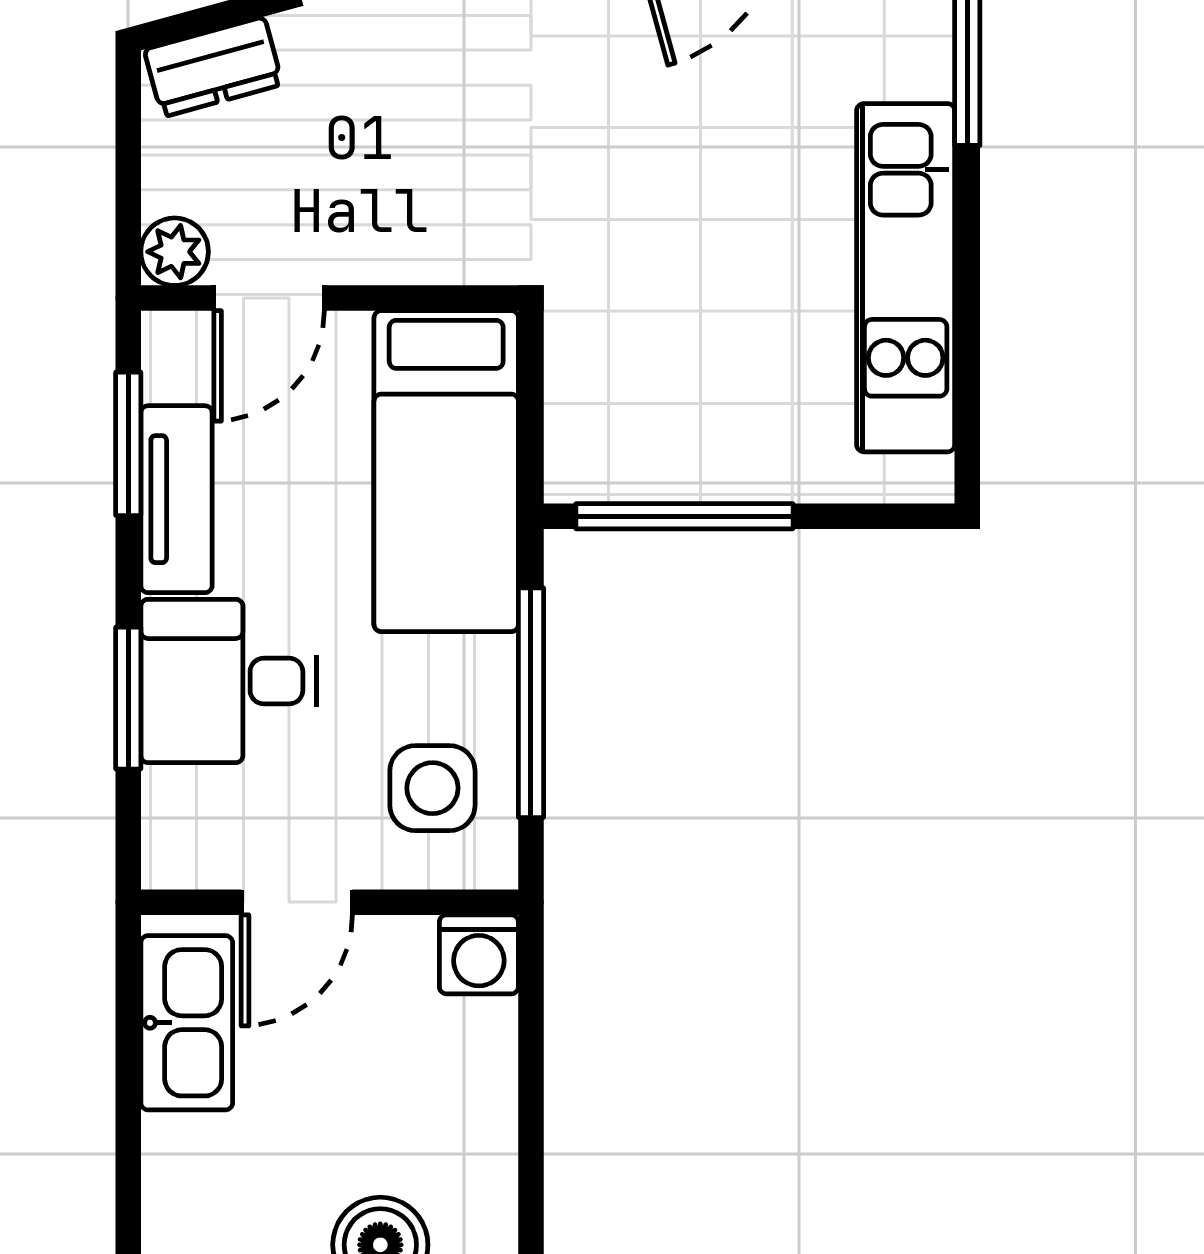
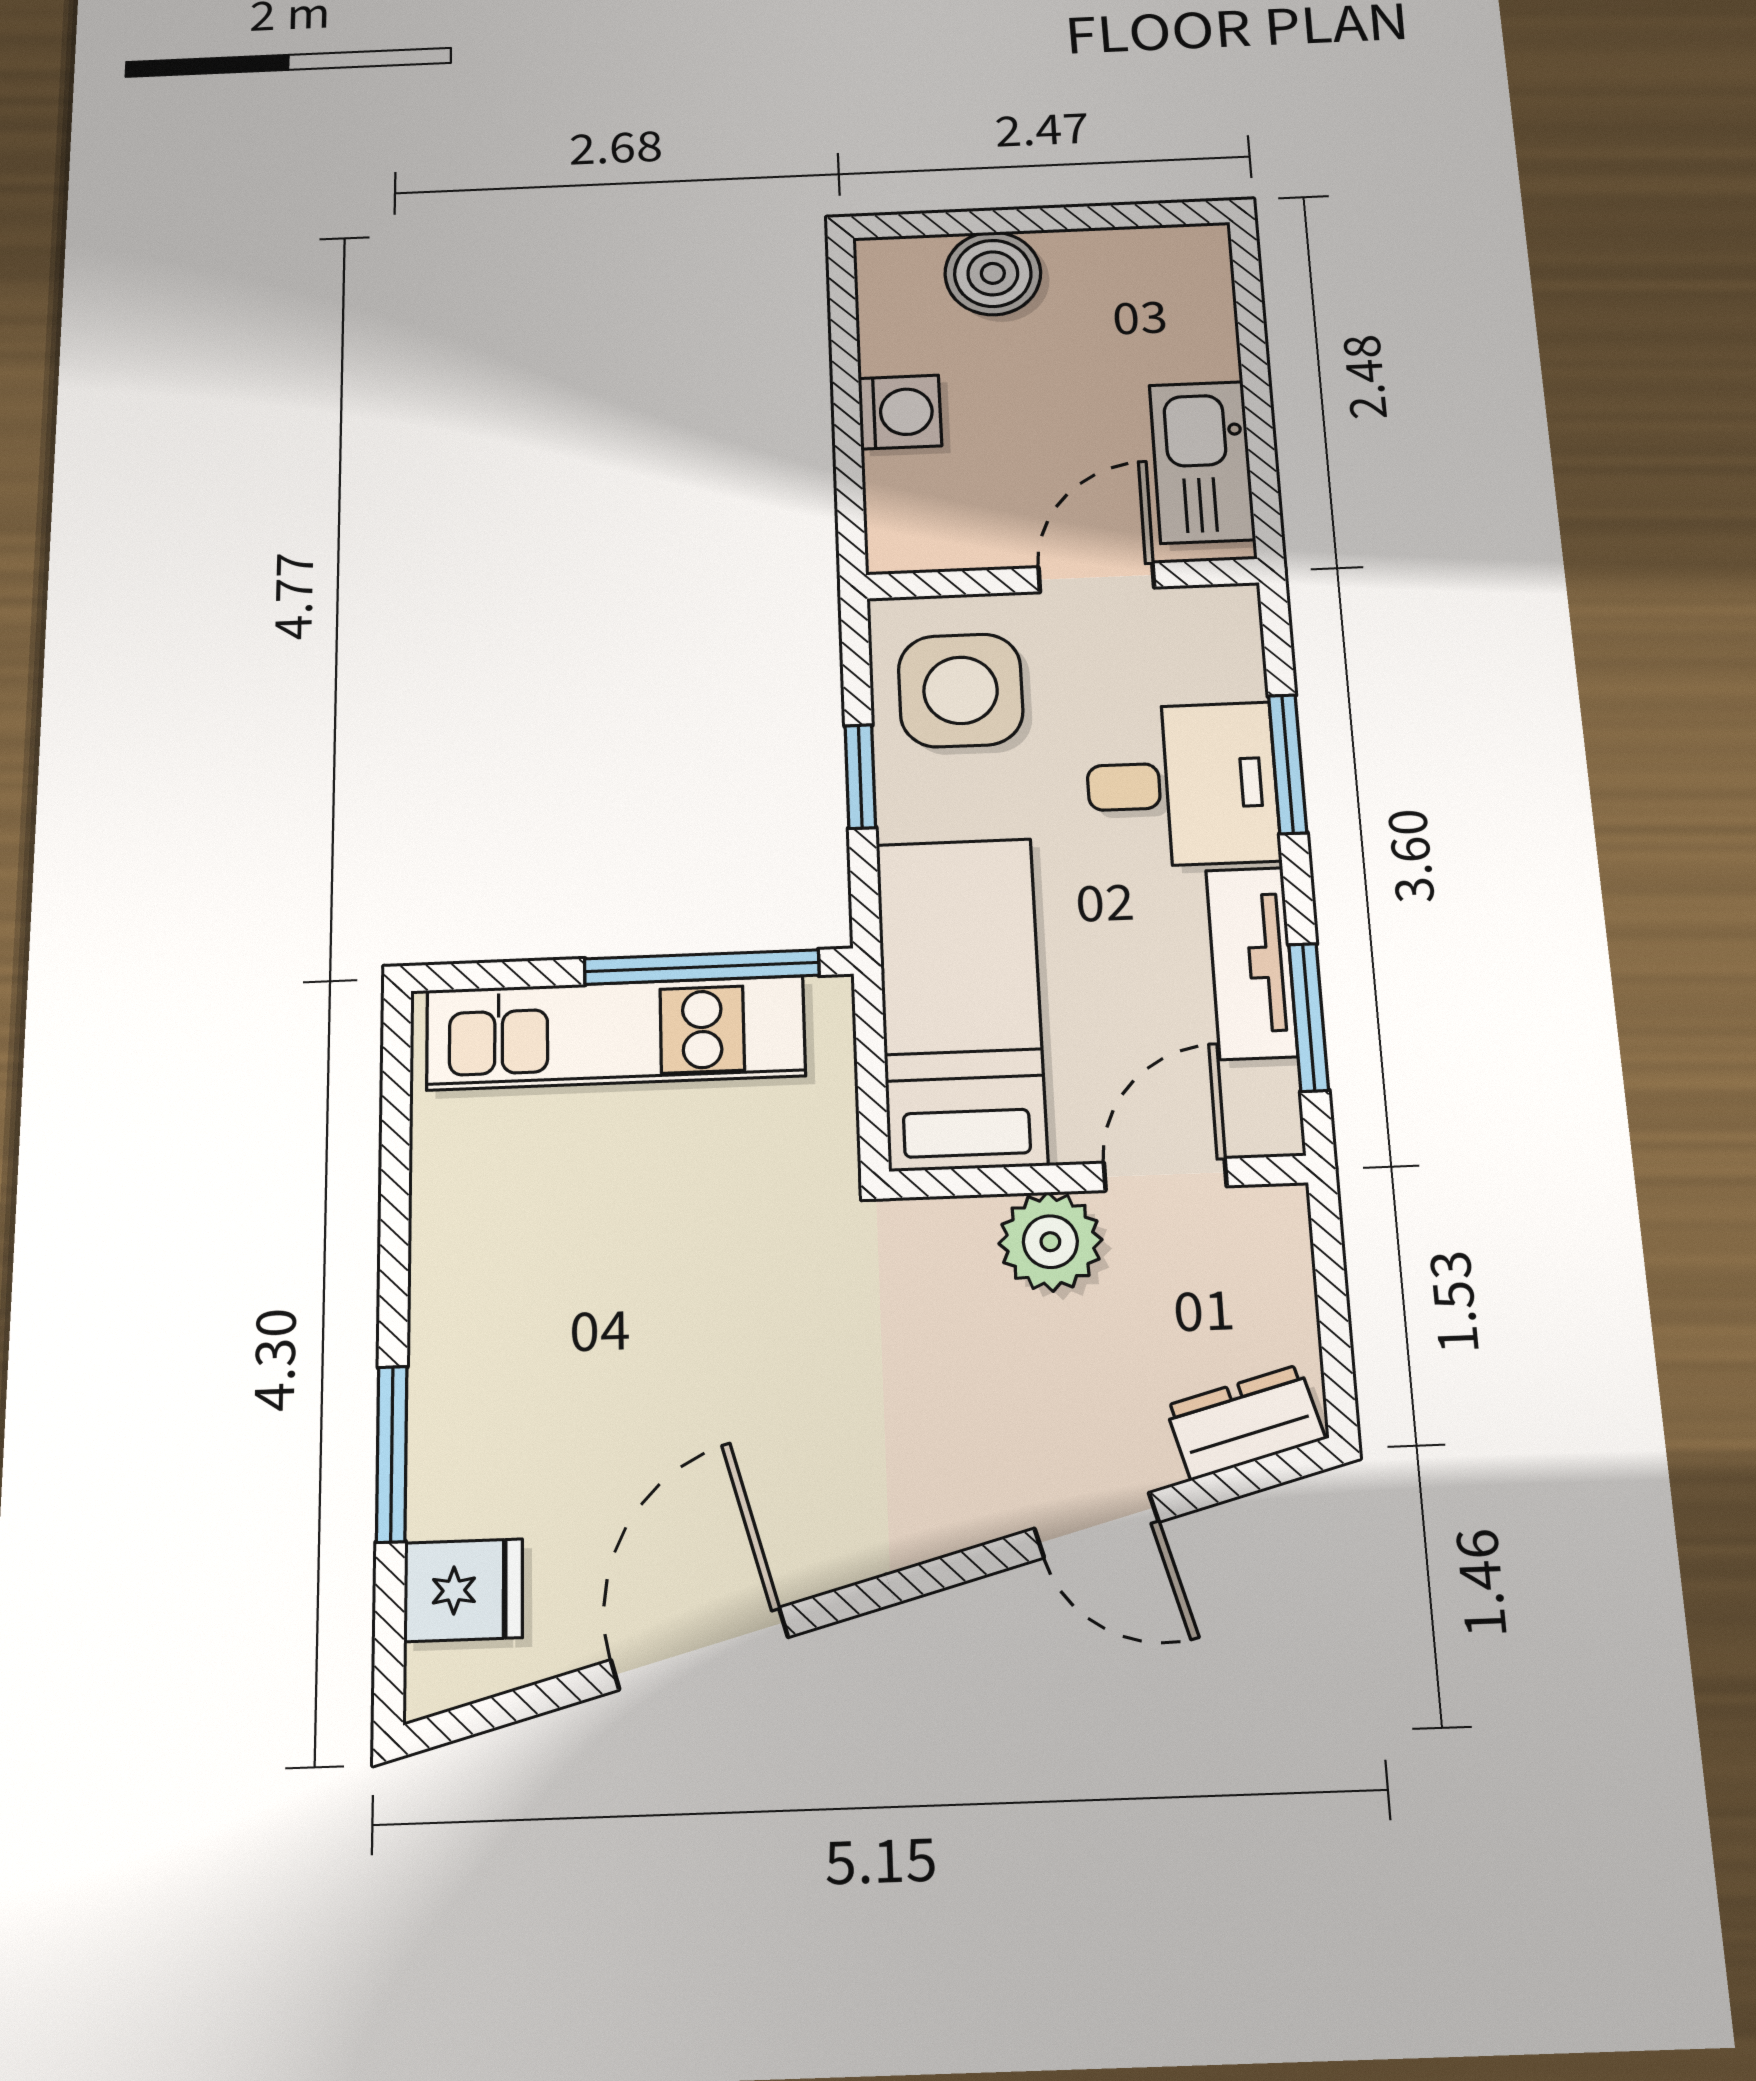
plant: (175, 252) -> (1050, 1242), moved, width x1.38, depth x1.38
kitchen unit: (906, 278) -> (615, 1033), moved, turned 90
window: (531, 703) -> (860, 776), width x0.46
side table: (432, 788) -> (961, 690), width x1.37, depth x1.37
washing machine: (479, 954) -> (900, 412), moved, turned 90

